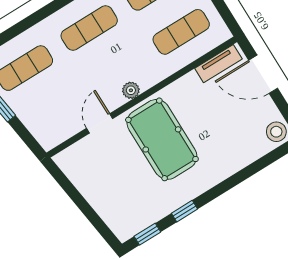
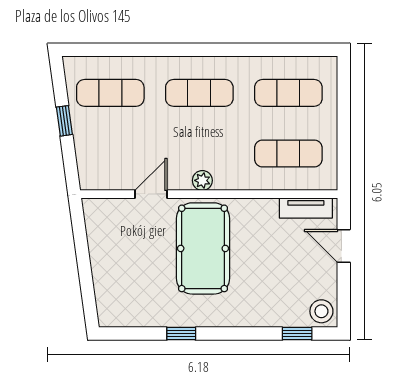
door: (263, 74) -> (344, 246), width x0.73
window: (147, 234) -> (297, 334), moved

